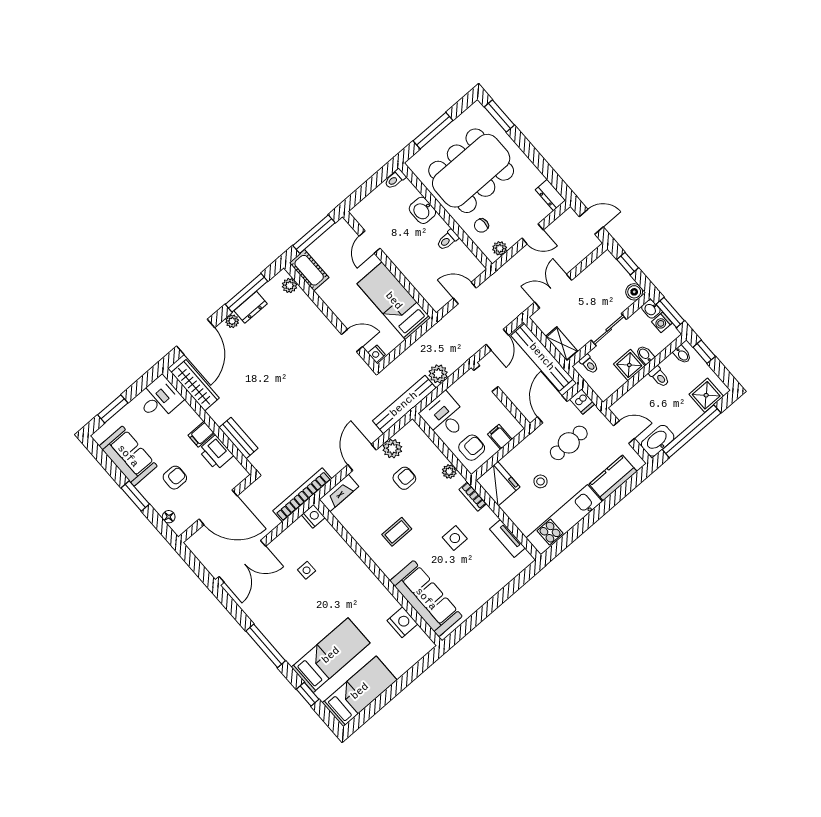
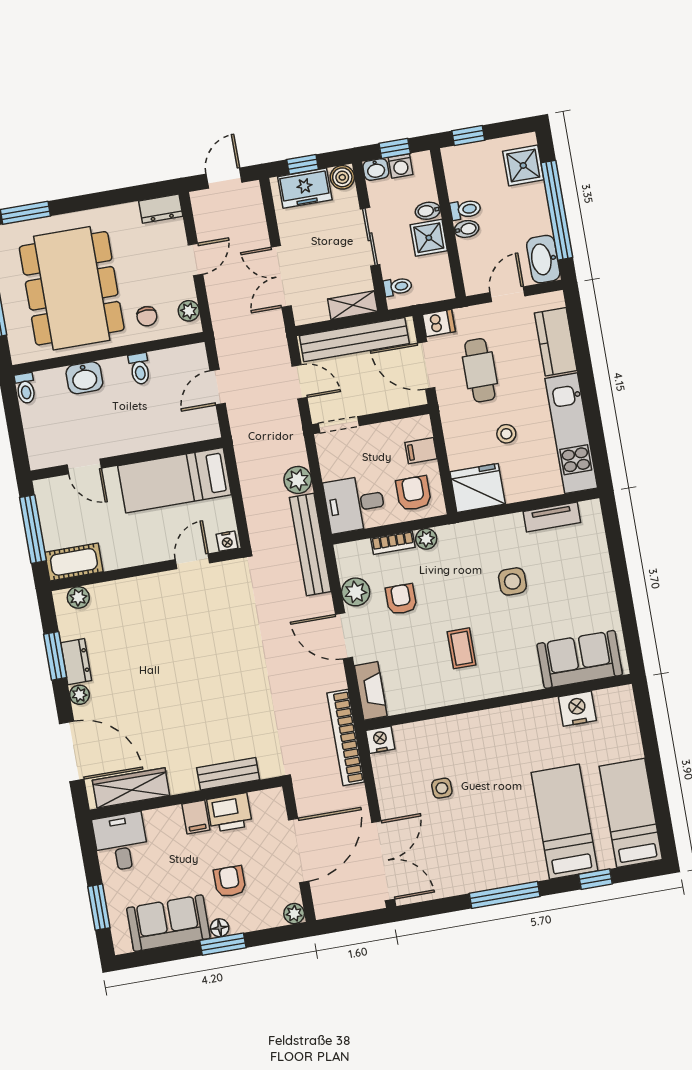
freezer: (614, 273) -> (305, 188), added
window: (246, 293) -> (55, 656), width x0.69
window: (670, 313) -> (395, 148), width x0.67
bidet: (682, 355) -> (467, 229), moved
bookcase: (473, 496) -> (393, 543), moved
floor lamp: (169, 517) -> (220, 928), moved
plant: (179, 527) -> (294, 914), added
sofa: (426, 599) -> (580, 659), width x0.73

